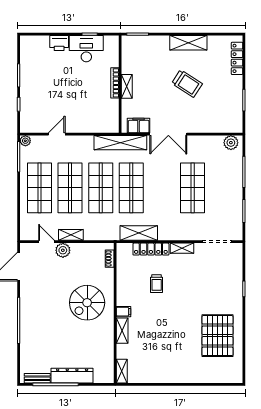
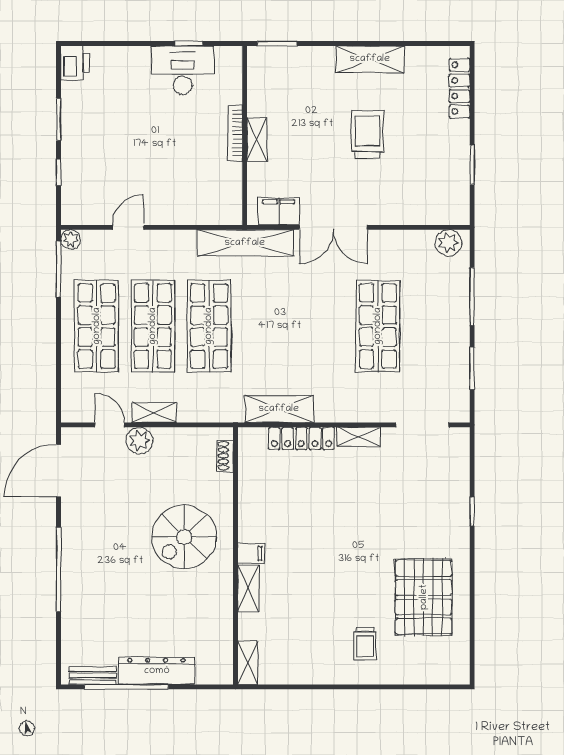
printer: (59, 43) -> (75, 63), moved, turned -90
trolley: (187, 84) -> (368, 134), turned -123
shop shelf: (131, 188) -> (265, 326), removed
trolley: (157, 284) -> (365, 644), moved

